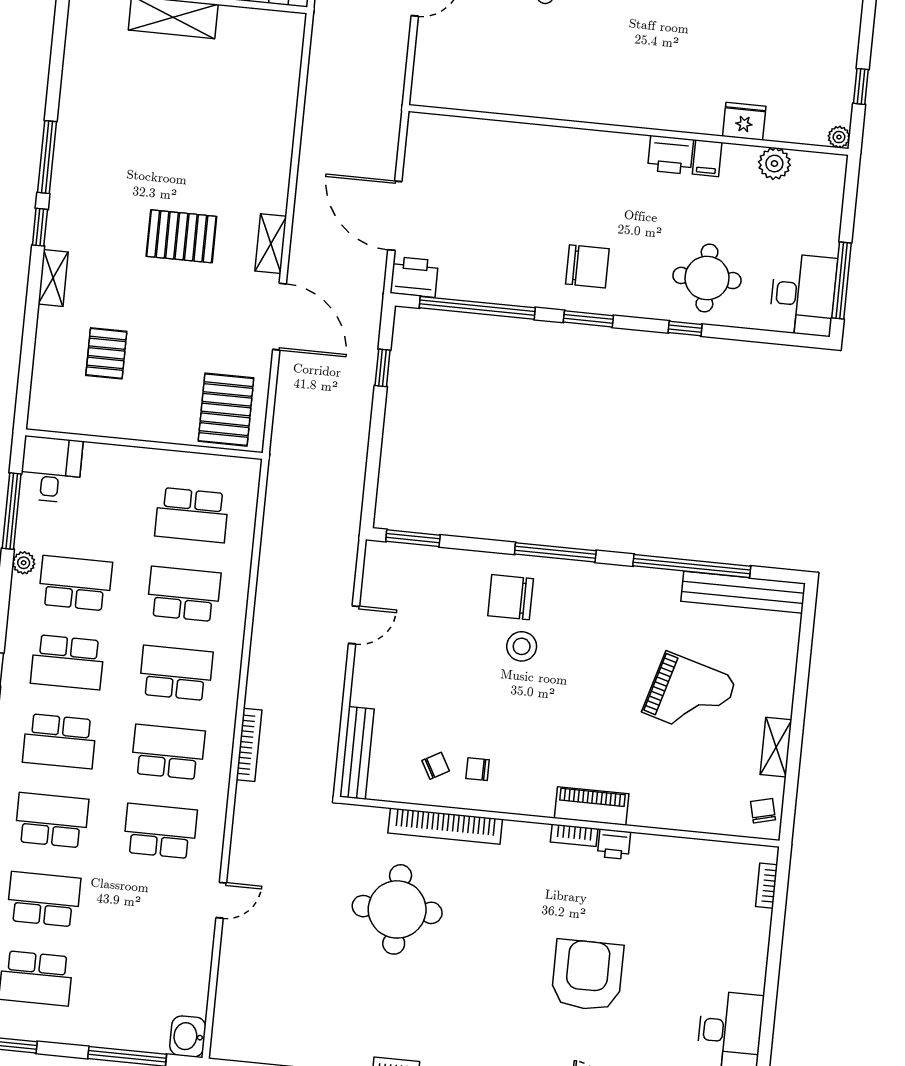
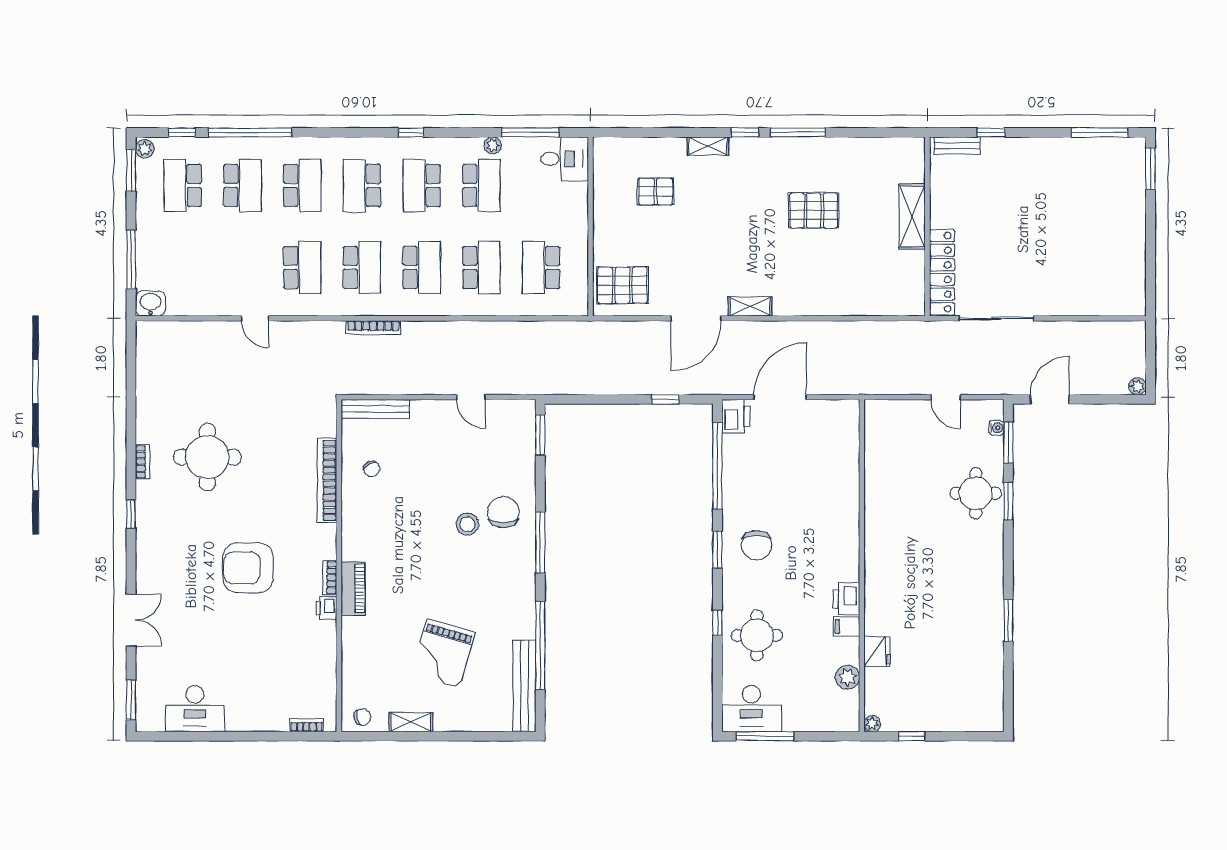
pallet: (181, 236) -> (814, 210), moved, turned 90
chair: (478, 769) -> (372, 500), removed
round table: (397, 909) -> (207, 457), moved
armchair: (587, 975) -> (248, 568), moved, turned 180

